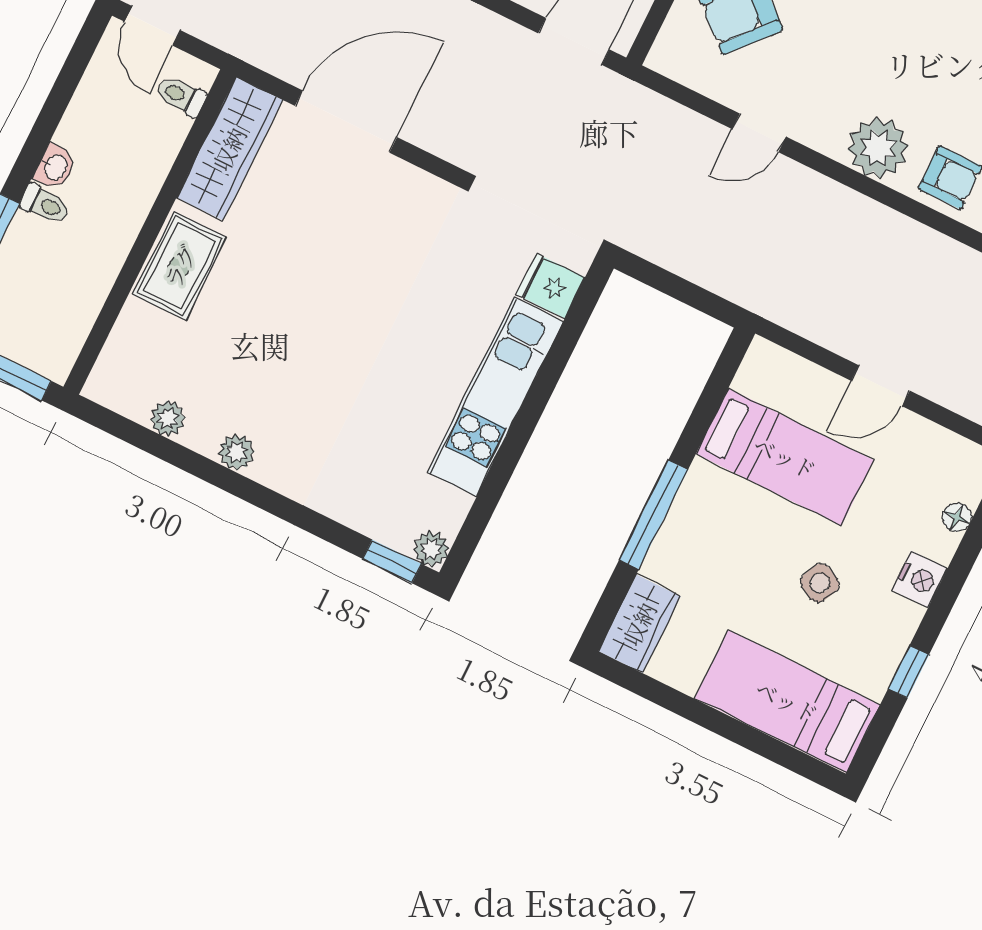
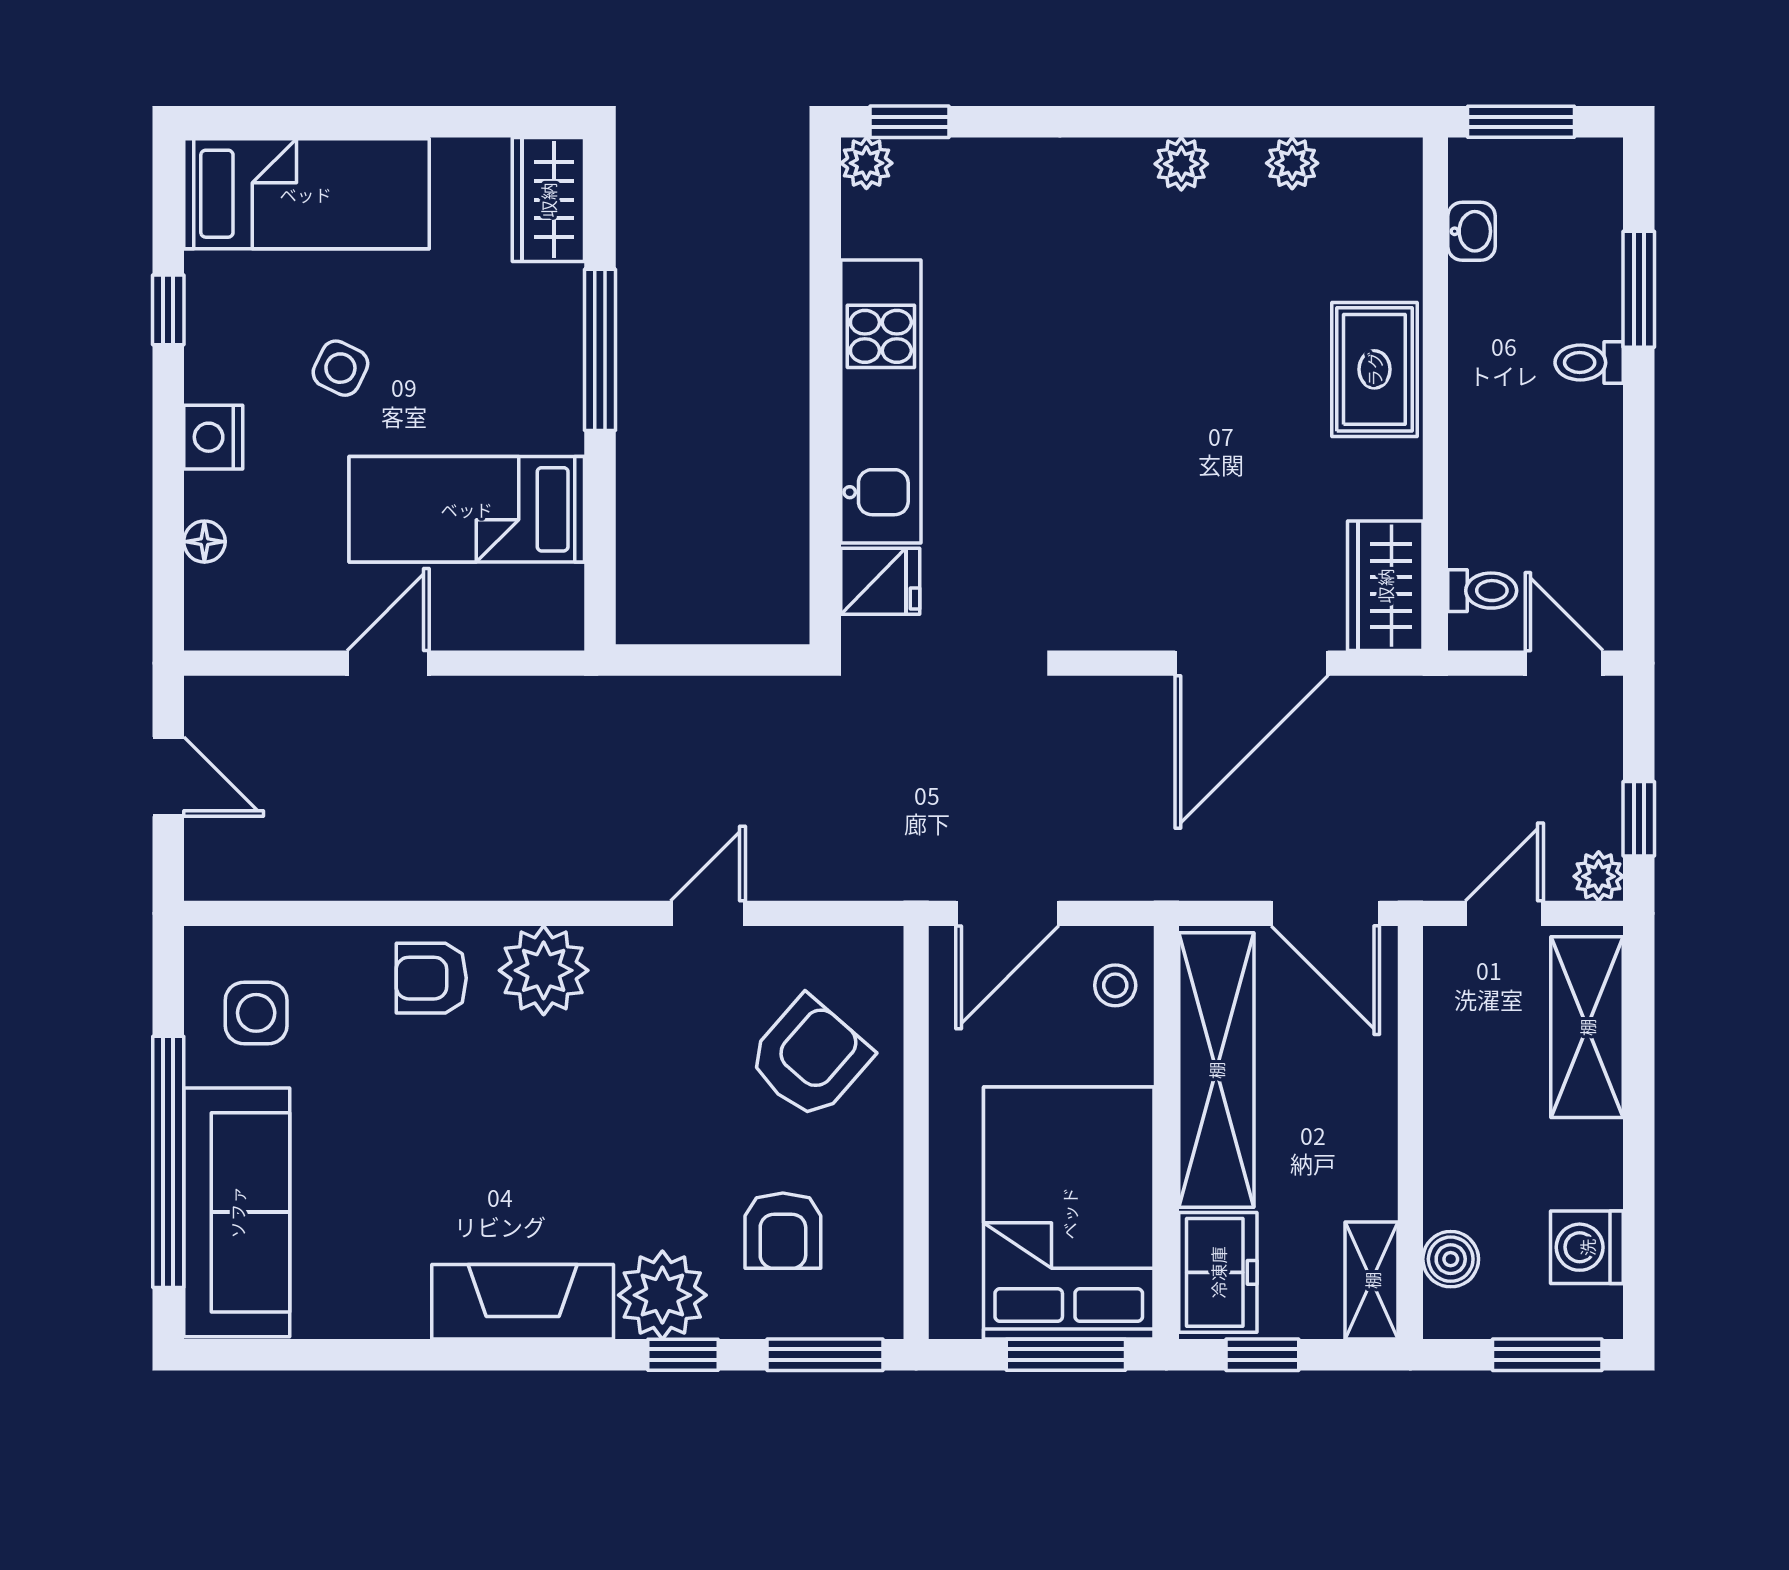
wardrobe: (229, 149) -> (1385, 586), width x0.67
washbasin: (55, 167) -> (1472, 231), moved, turned 180

